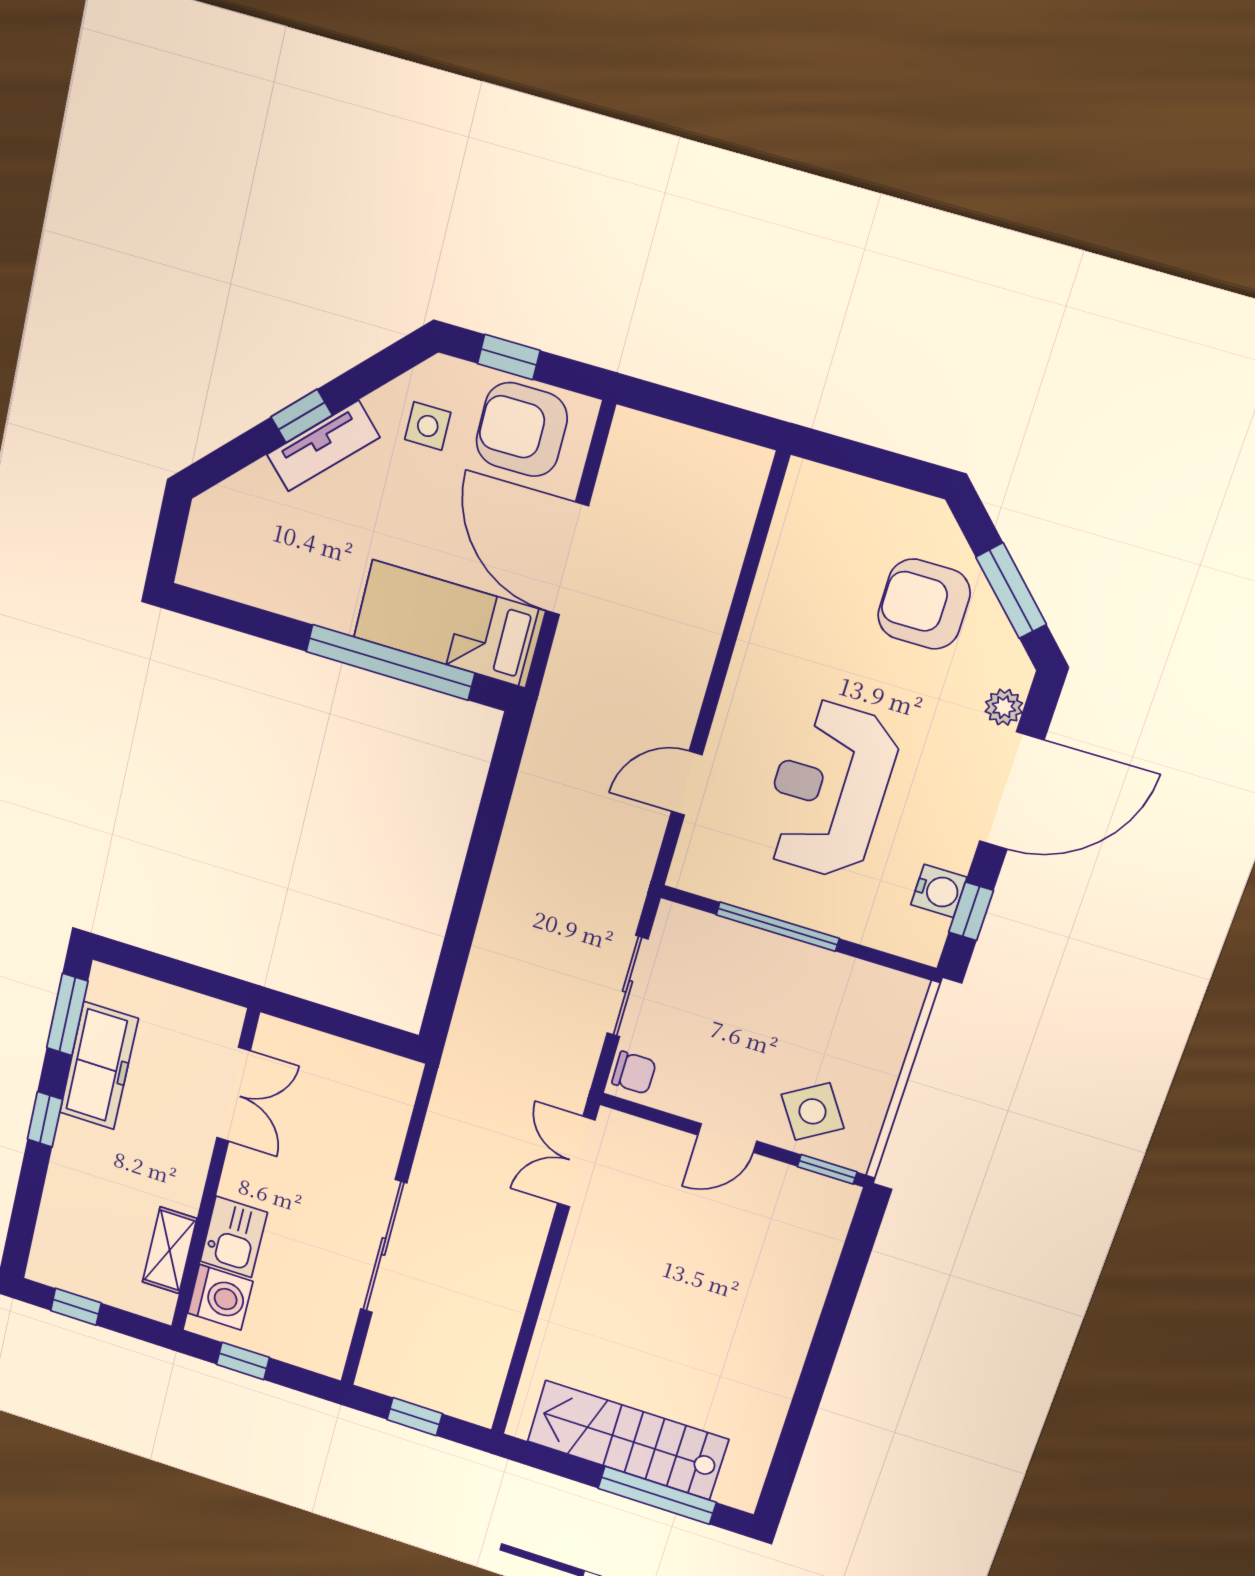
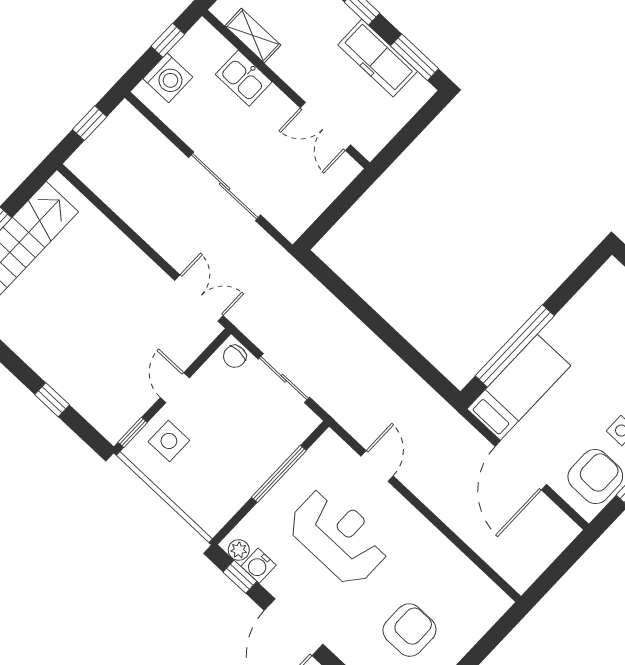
door: (567, 559) -> (521, 465), swing flipped
plant: (1004, 707) -> (239, 550), moved
side table: (813, 1111) -> (169, 441), turned 33
sliding door: (384, 1246) -> (225, 186), moved
washing machine: (220, 1297) -> (168, 78), moved, turned -90
window: (839, 1304) -> (52, 400), added

